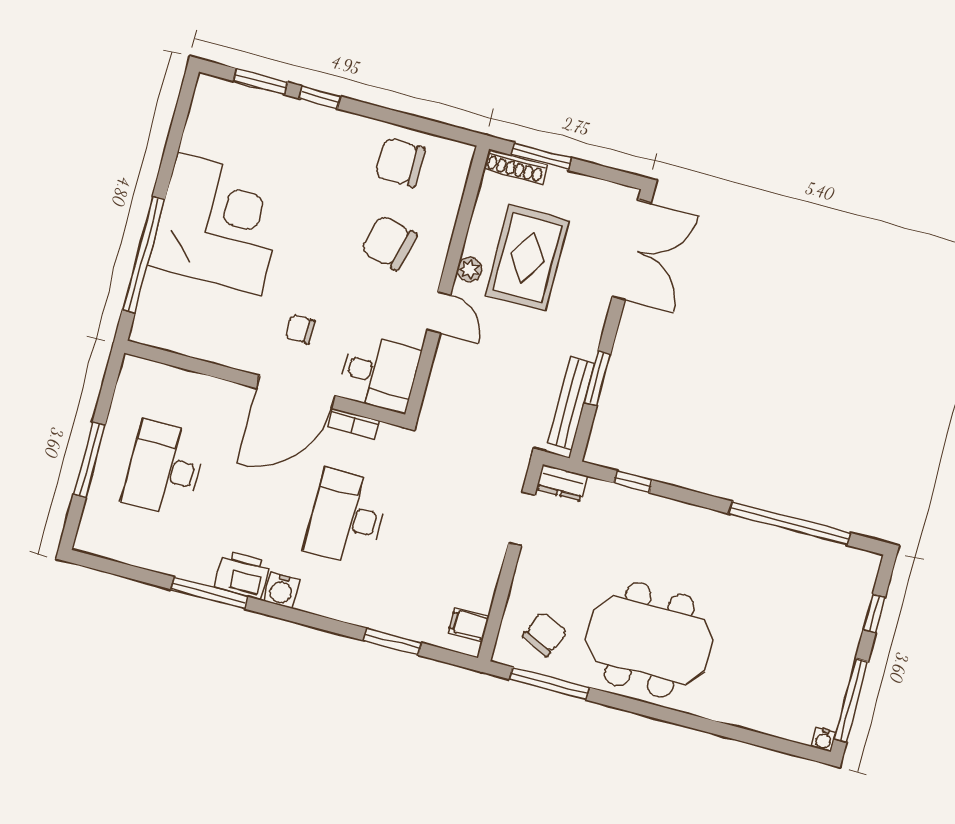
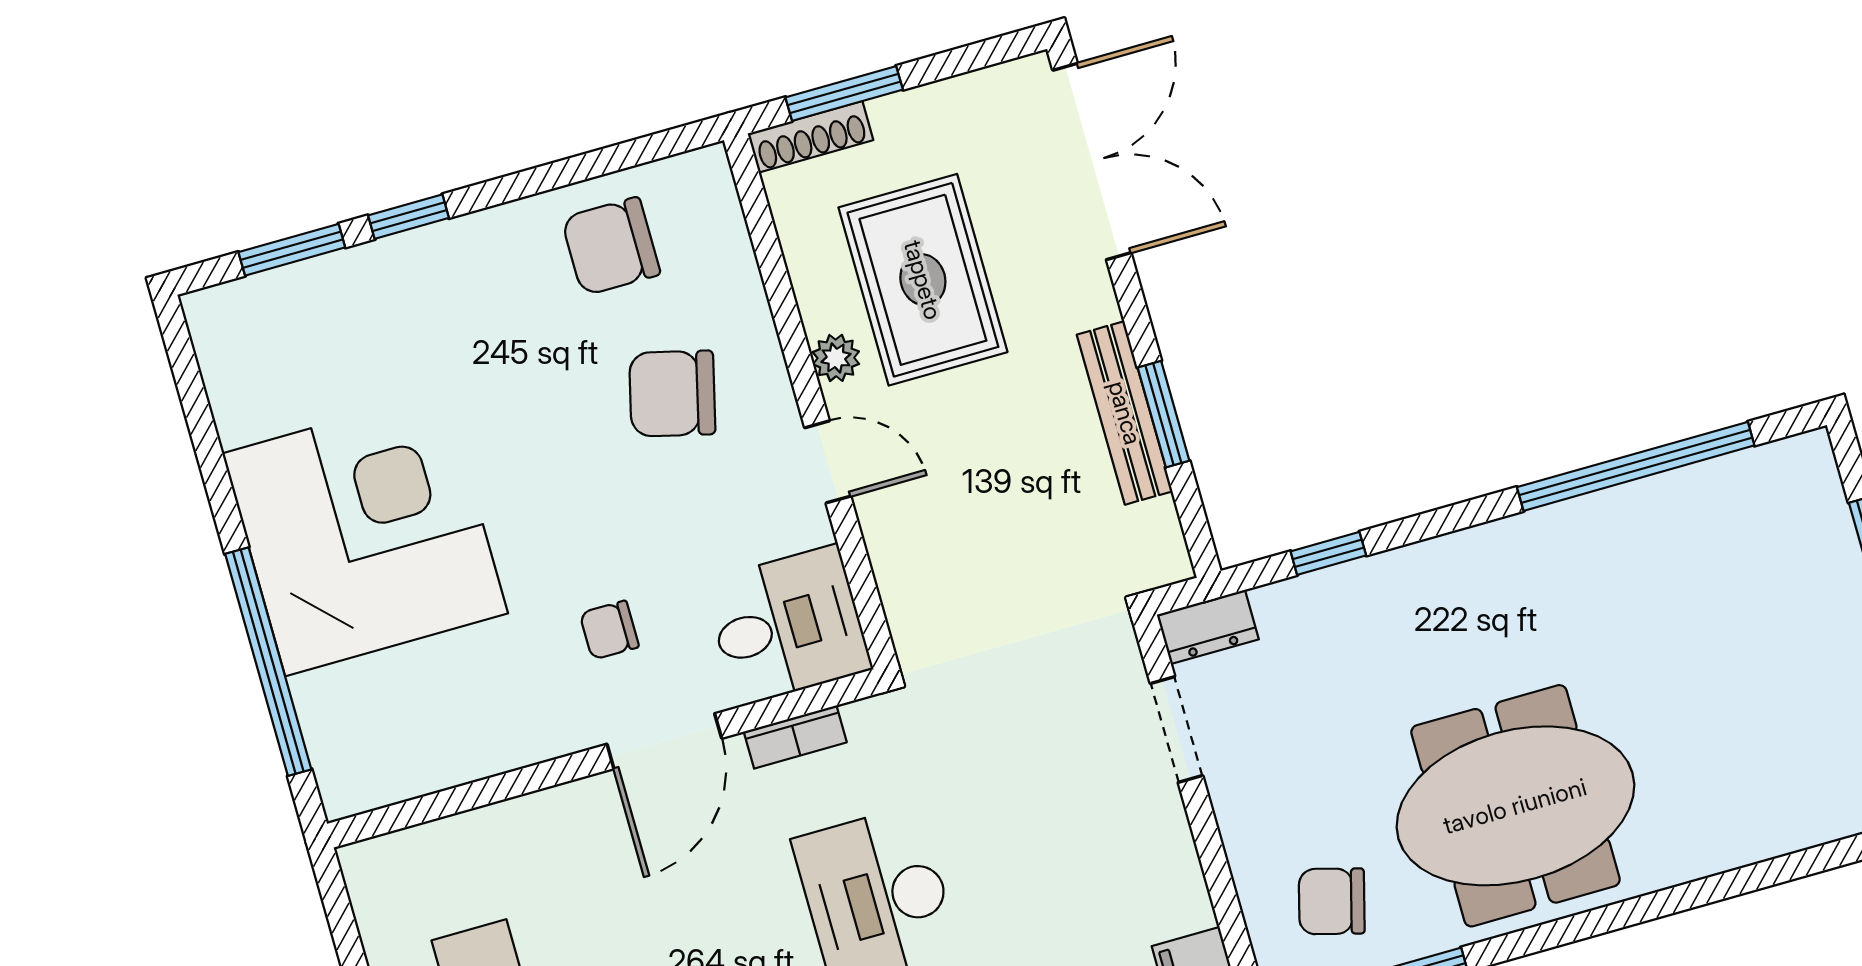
door: (296, 392) -> (664, 741), width x0.73
bench: (571, 403) -> (1125, 413), moved
chair: (545, 634) -> (1332, 901), turned -100

